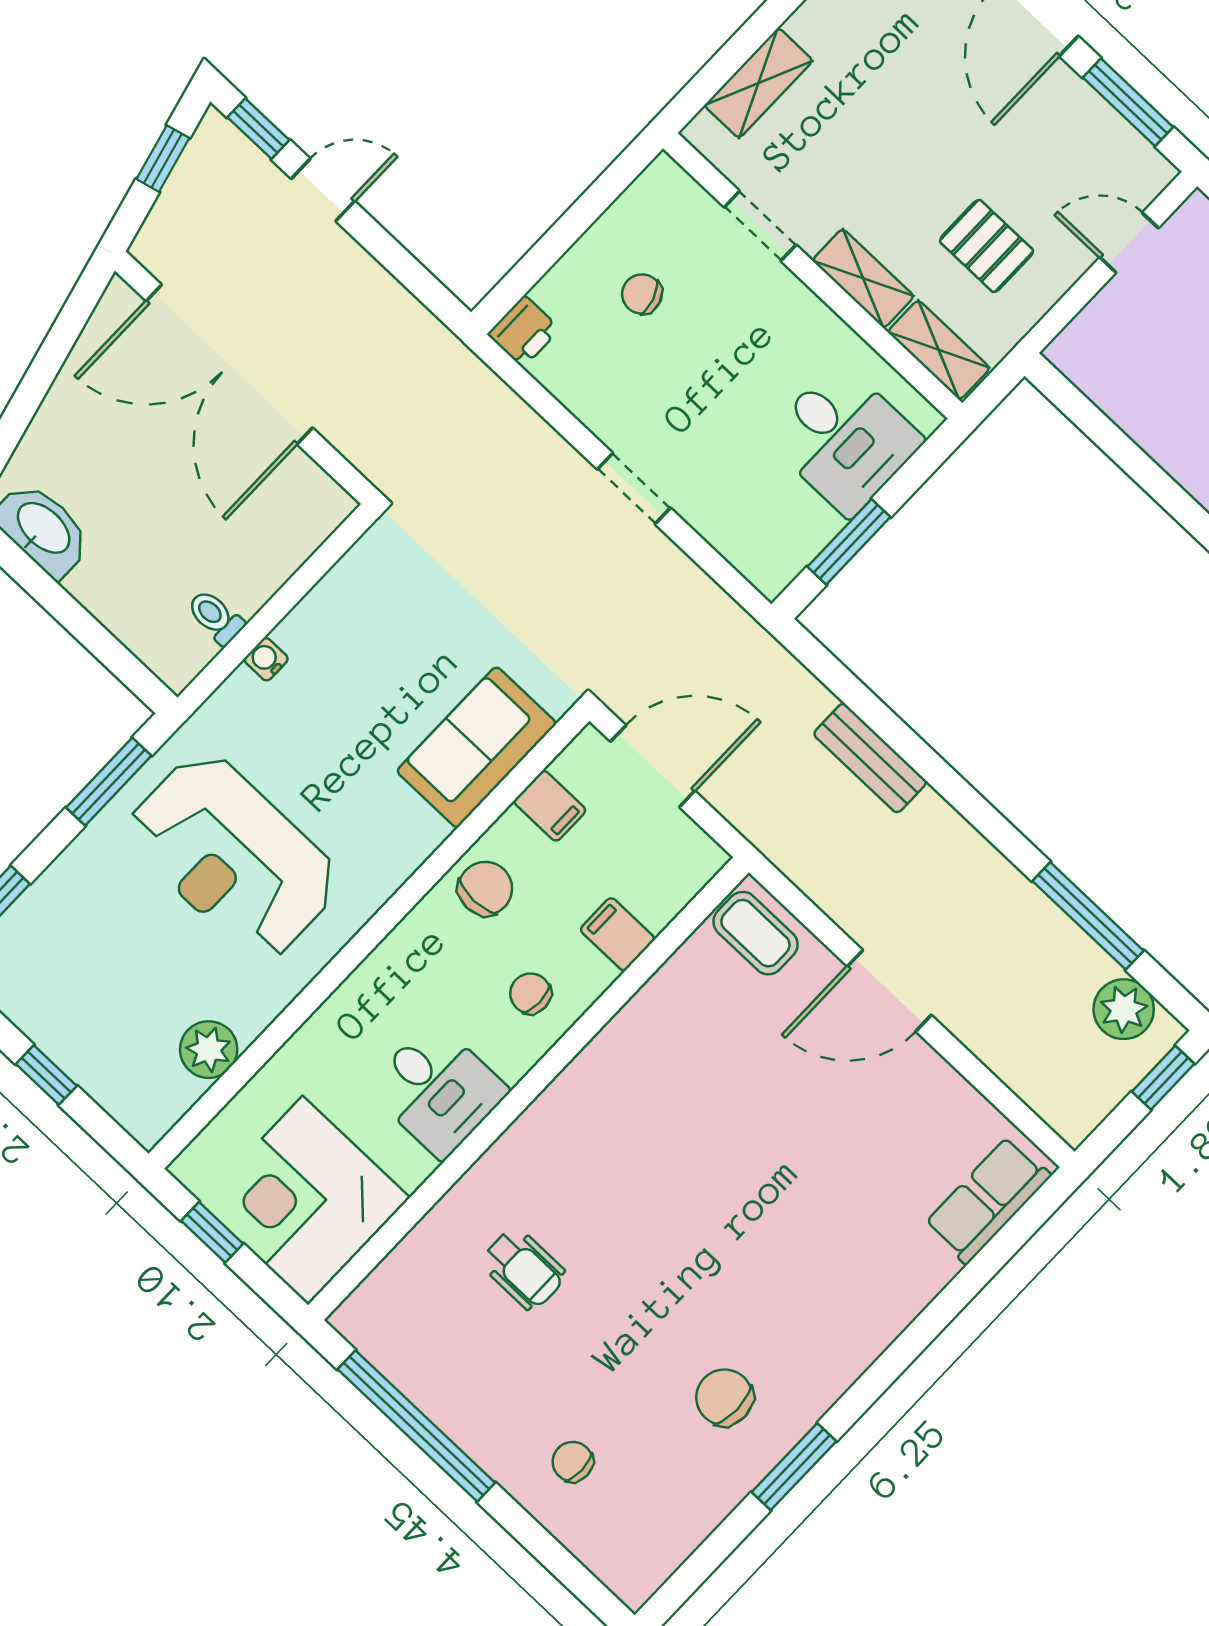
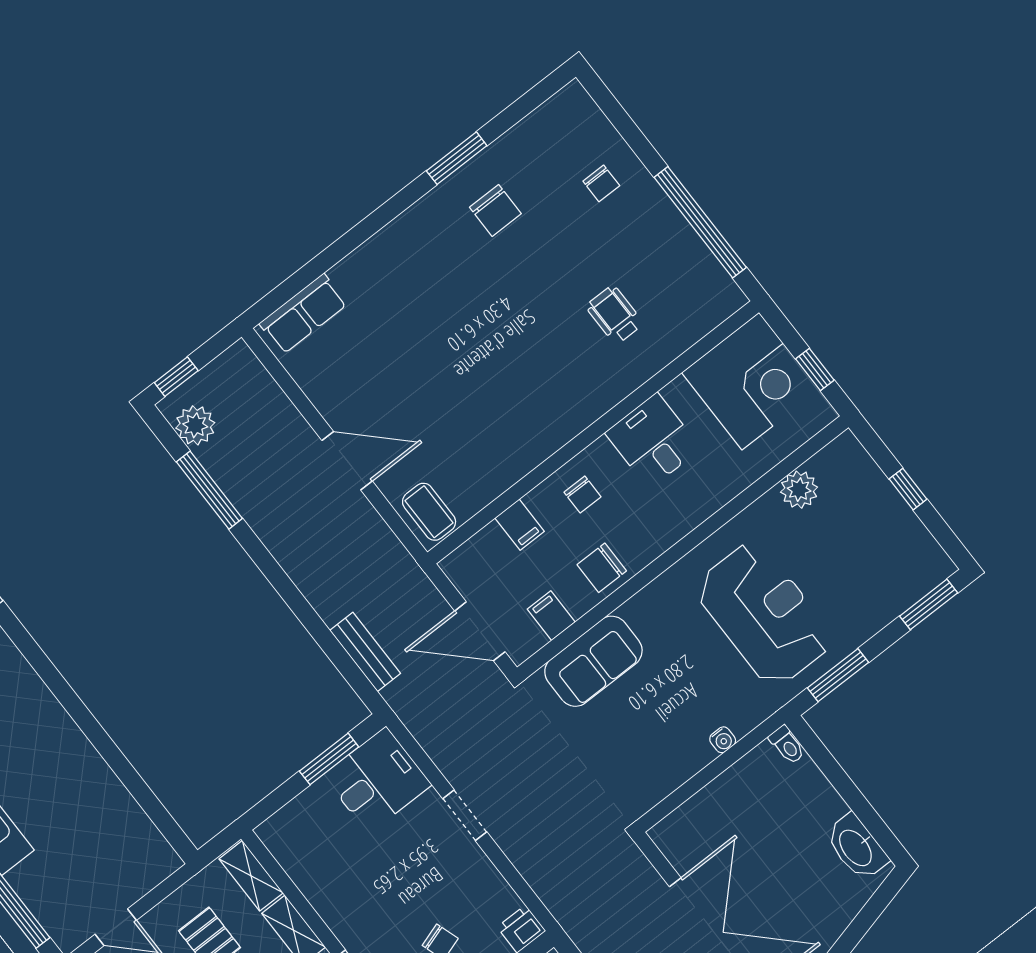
desk: (844, 439) -> (377, 780), moved, turned 90
toilet: (216, 617) -> (787, 745), moved
bench: (870, 758) -> (365, 652), moved

